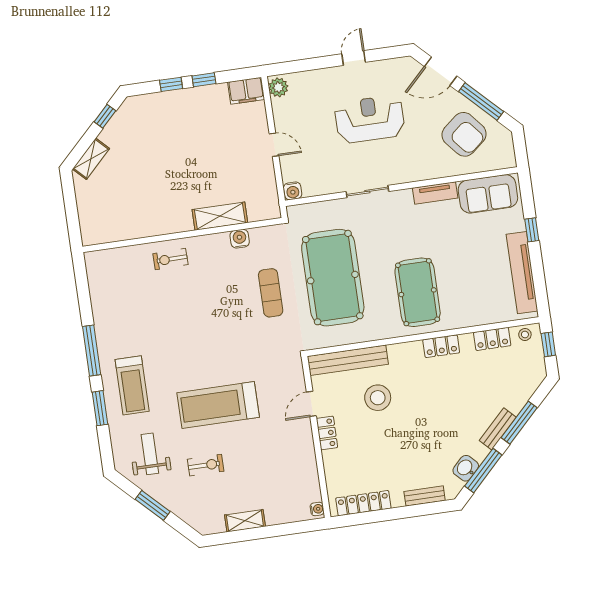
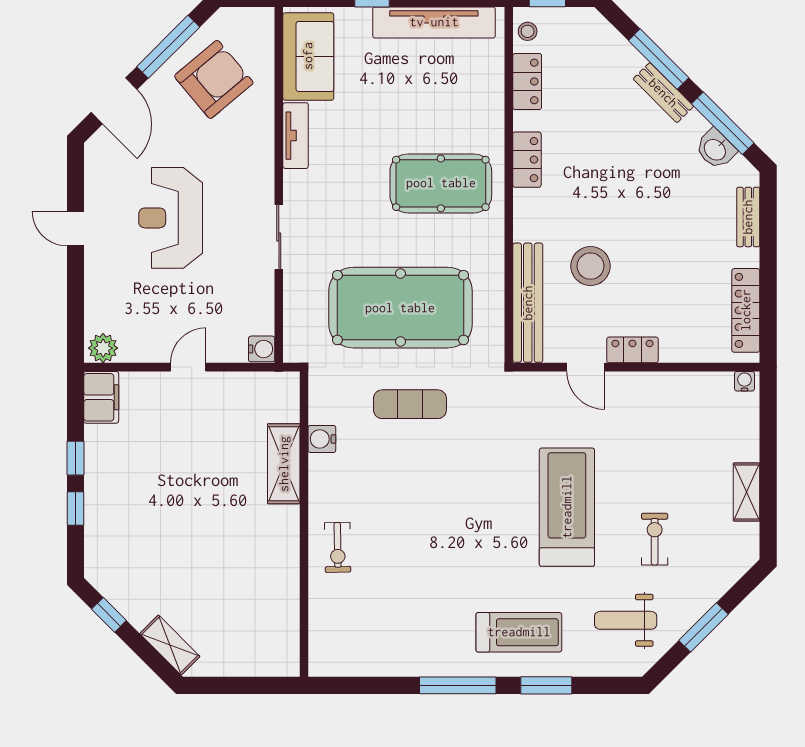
treadmill: (218, 405) -> (567, 507), turned 180

